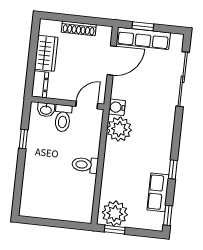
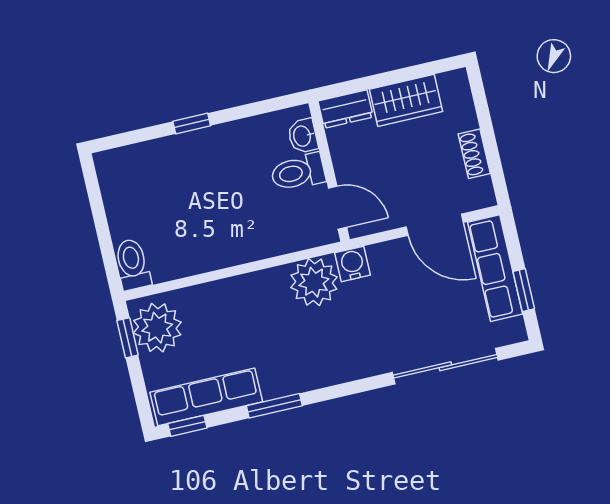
window: (143, 26) -> (524, 290), moved
shoe rack: (79, 28) -> (474, 154), width x0.70
window: (23, 139) -> (192, 123), moved
toilet: (85, 165) -> (132, 264), moved
window: (173, 169) -> (274, 406), width x1.50
row of seats: (158, 192) -> (206, 397), width x1.48

